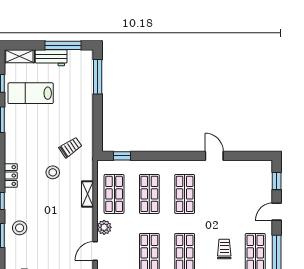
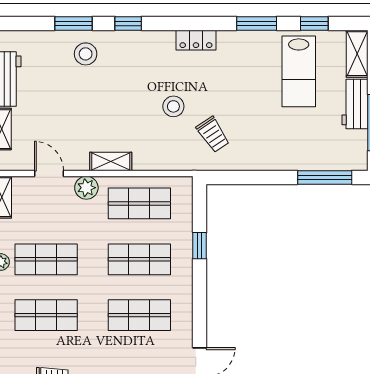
lab bench: (31, 93) -> (299, 71), turned 180
window: (122, 156) -> (200, 246), moved
locker: (11, 176) -> (196, 40), moved
shelving: (88, 194) -> (111, 161), moved

